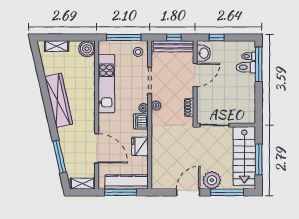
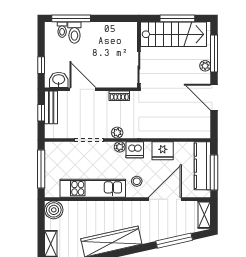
bench: (173, 46) -> (51, 107), width x0.73
stool: (138, 52) -> (137, 181), moved
plant: (212, 180) -> (205, 66), width x0.53, depth x0.53

